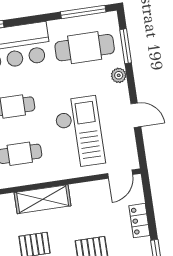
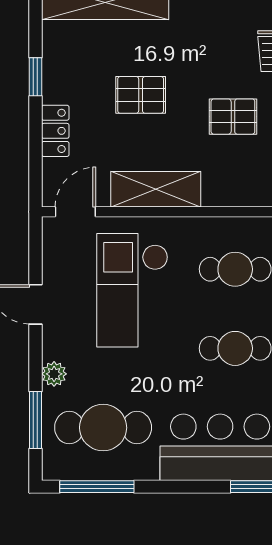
shelving: (43, 199) -> (156, 189), moved

